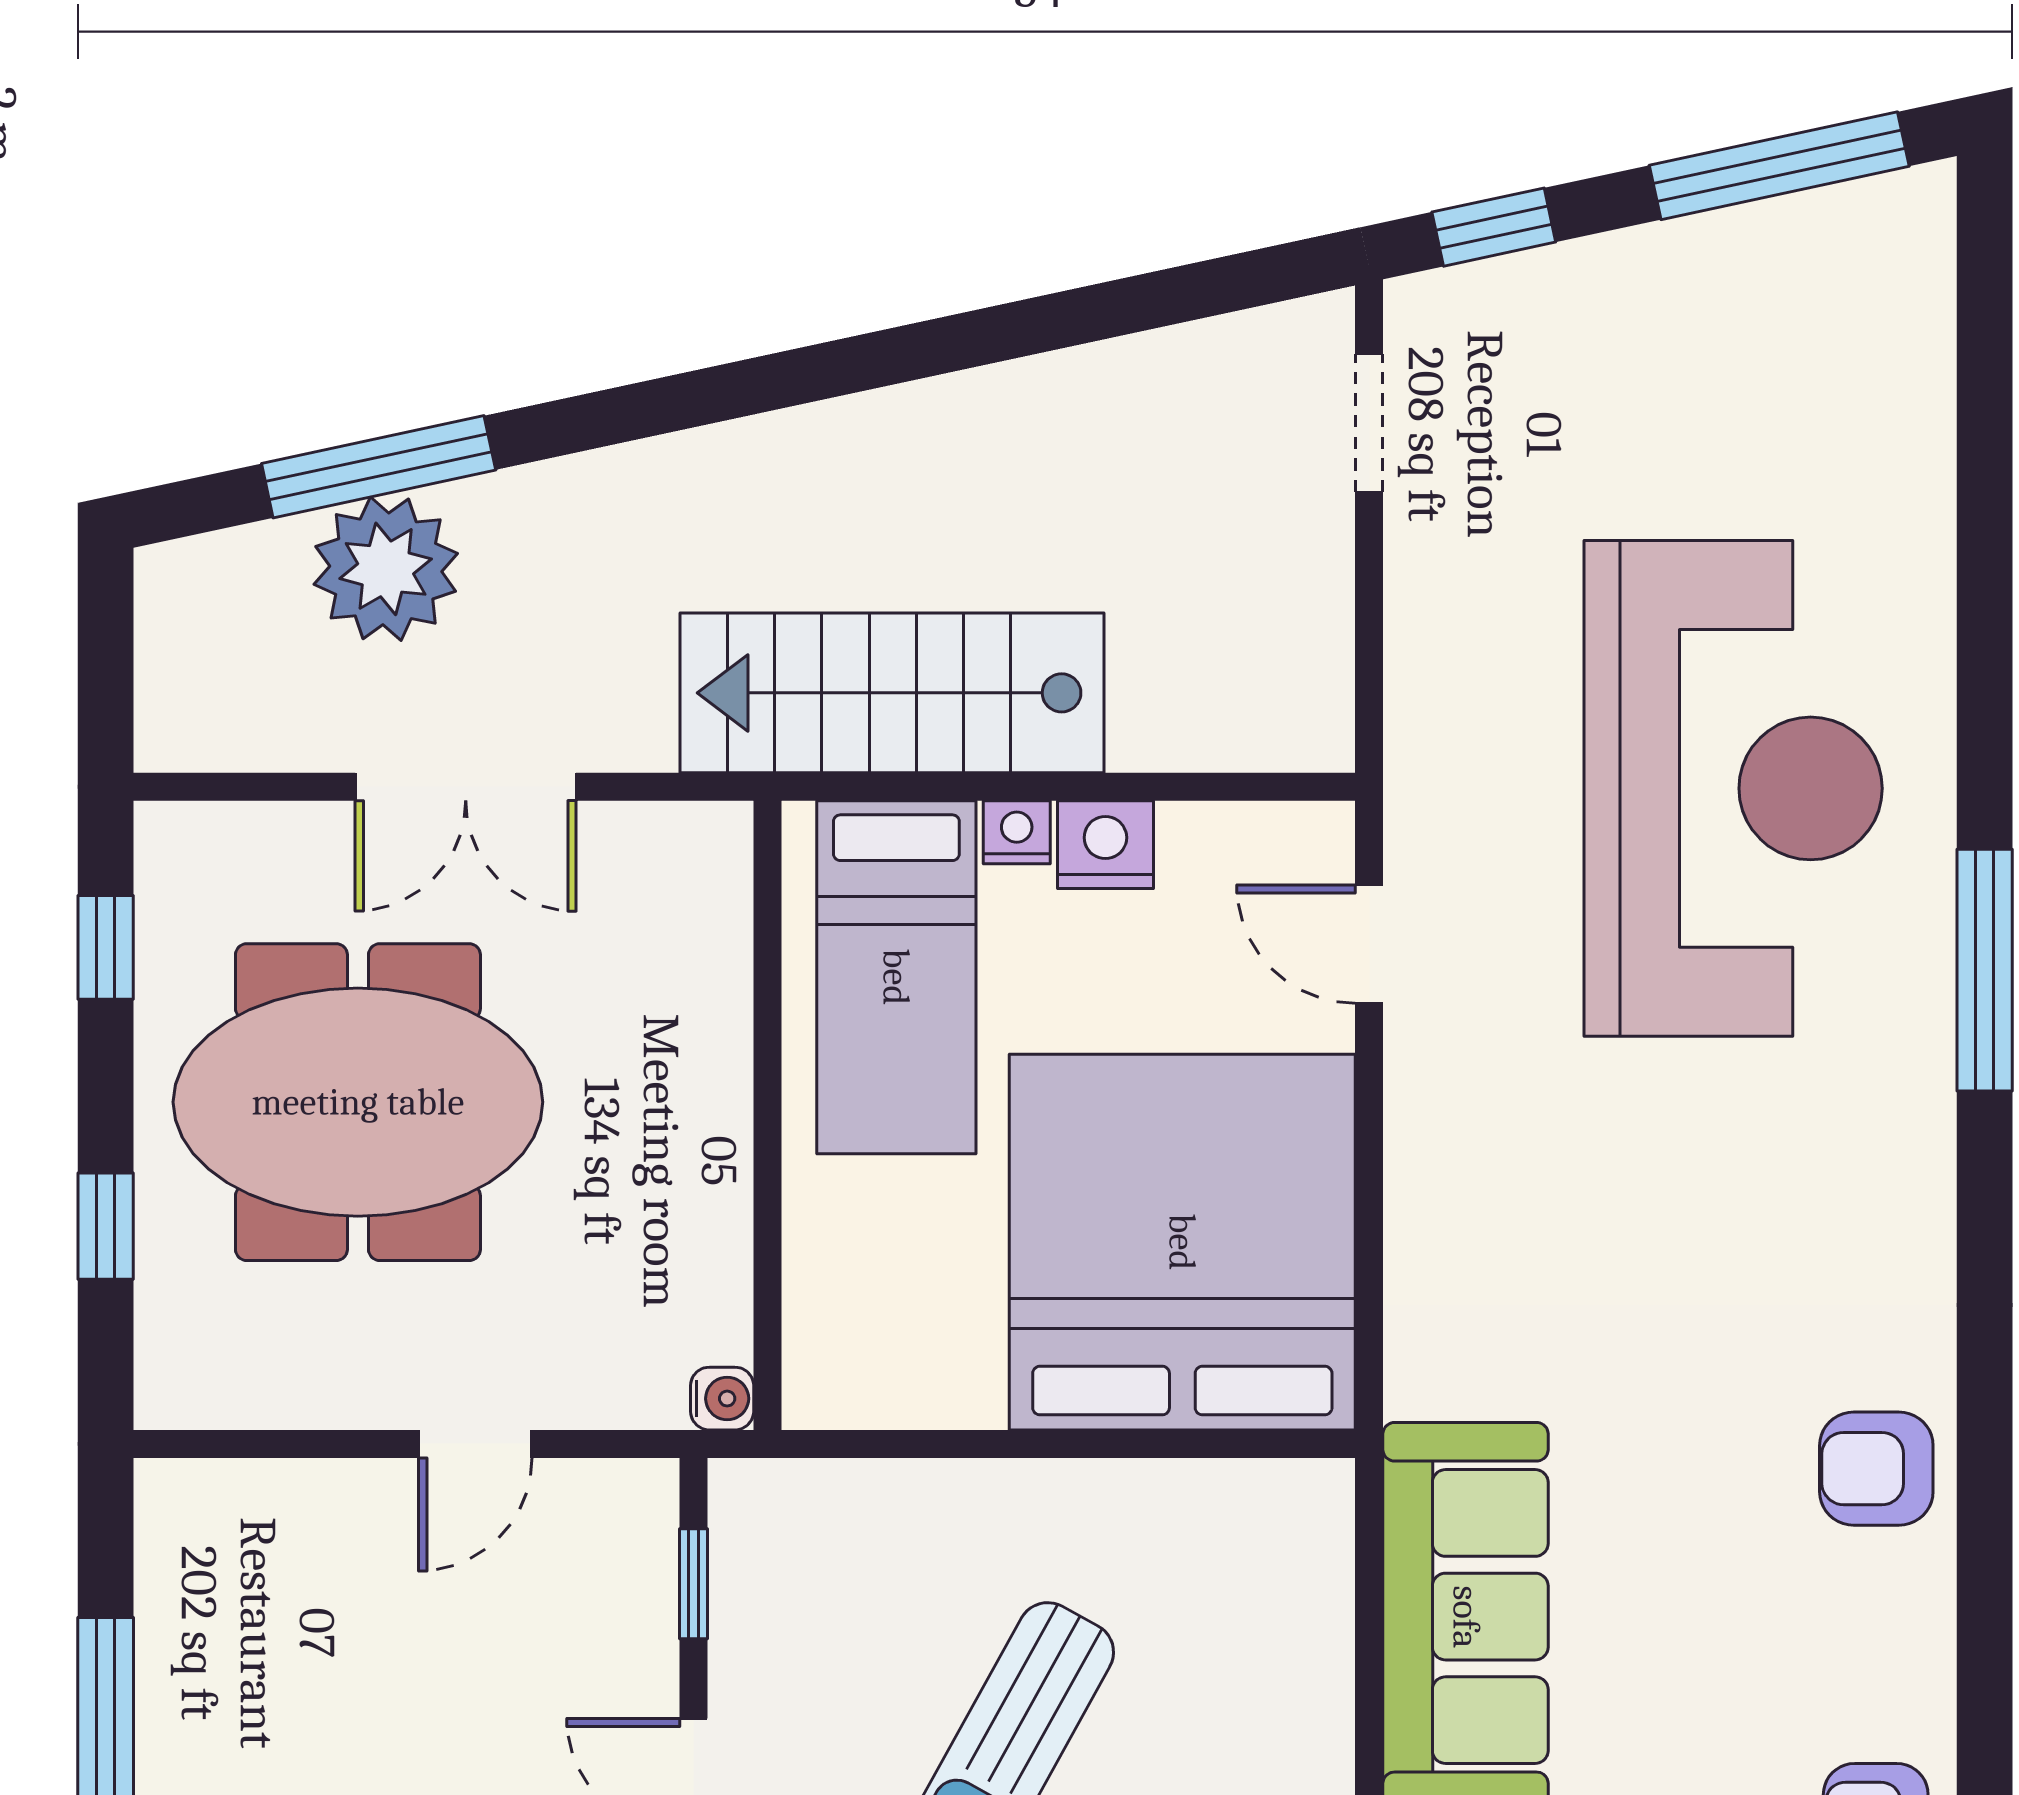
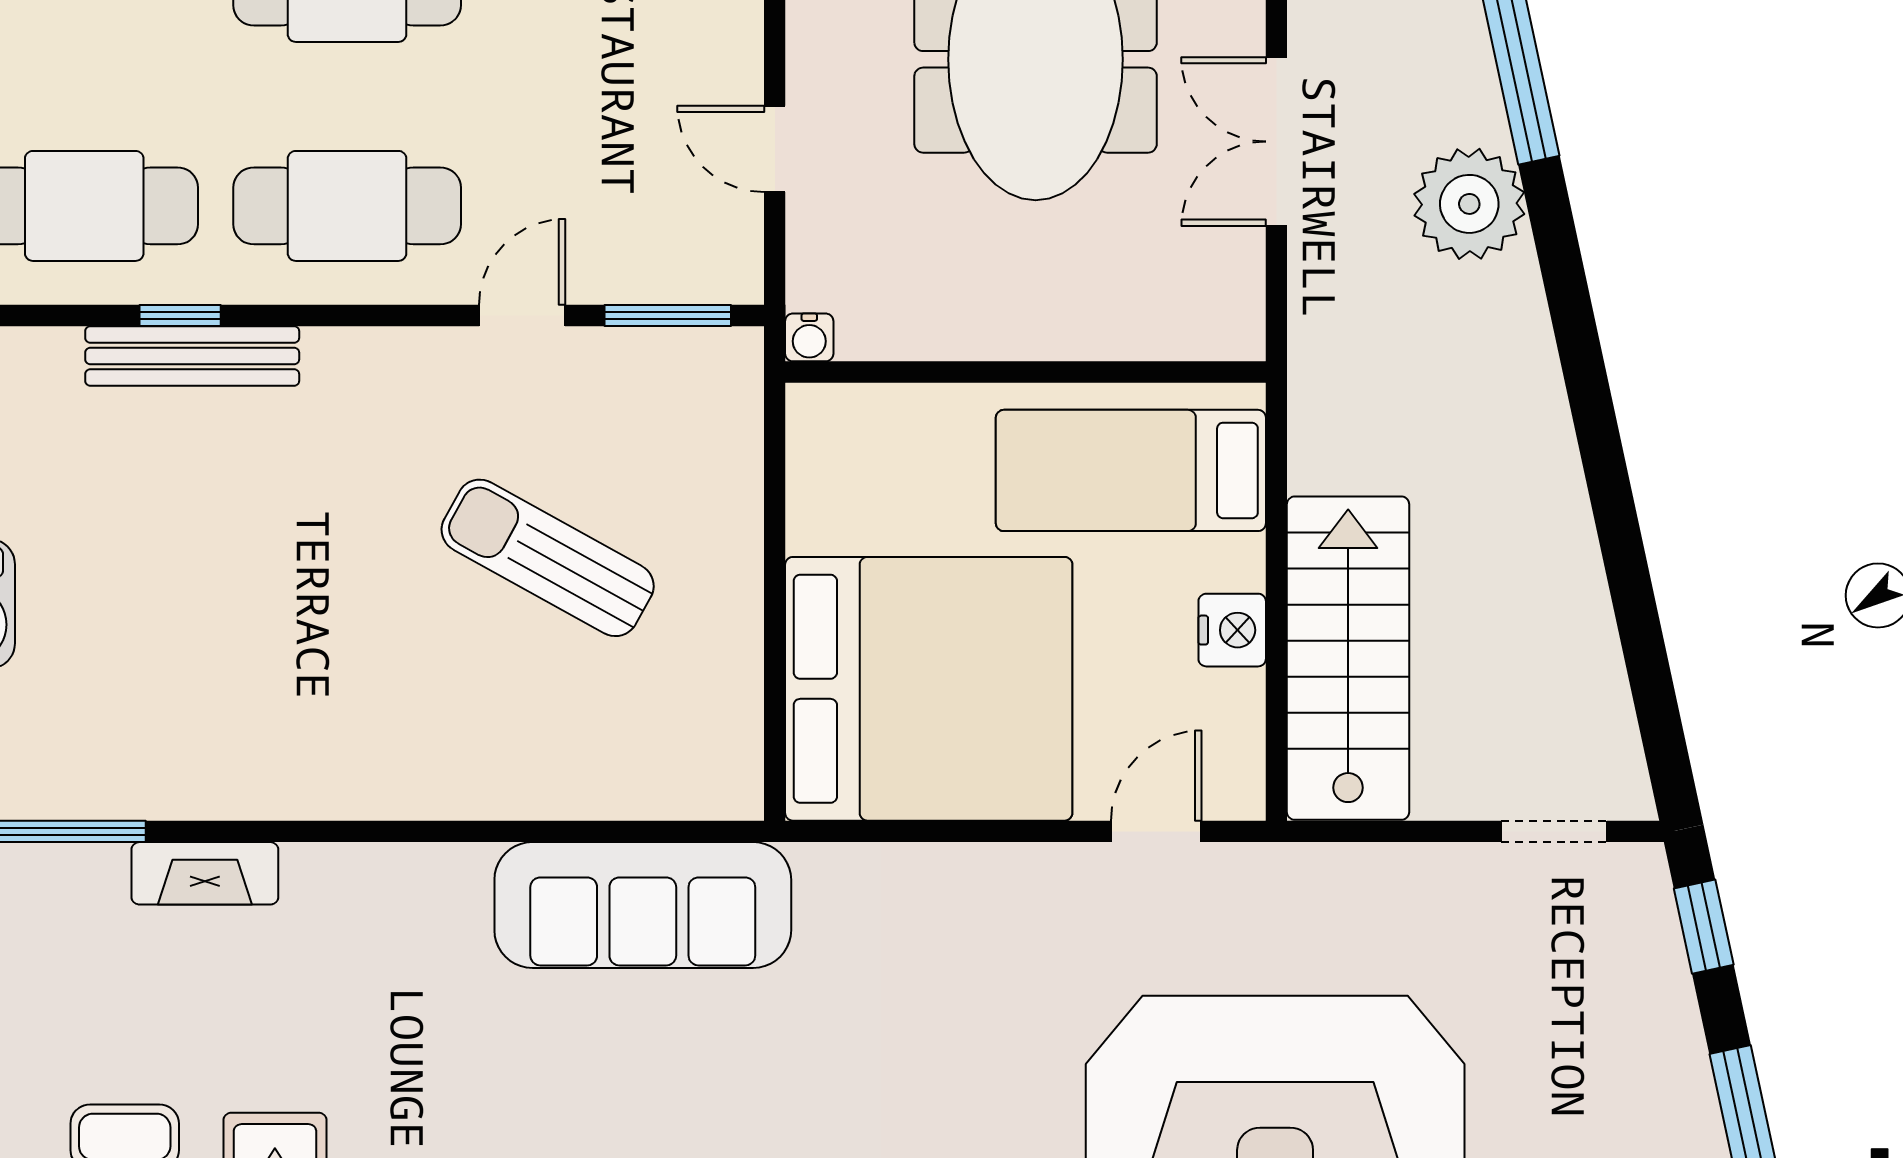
plant: (386, 569) -> (1469, 204), moved
stairs: (892, 693) -> (1348, 658), moved
nightstand: (1017, 832) -> (1242, 562), removed
window: (693, 1584) -> (668, 315), width x1.50

